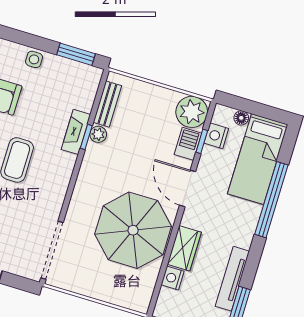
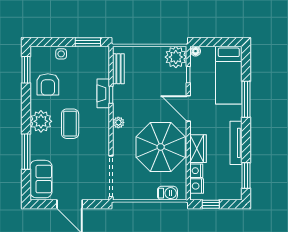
floor lamp: (241, 118) -> (196, 51), moved
plant: (98, 134) -> (118, 122), moved
nightstand: (216, 136) -> (197, 186), moved
barbecue: (188, 144) -> (167, 193), moved, turned 90
window: (271, 200) -> (246, 99), width x0.68
tv unit: (232, 279) -> (236, 143), moved

